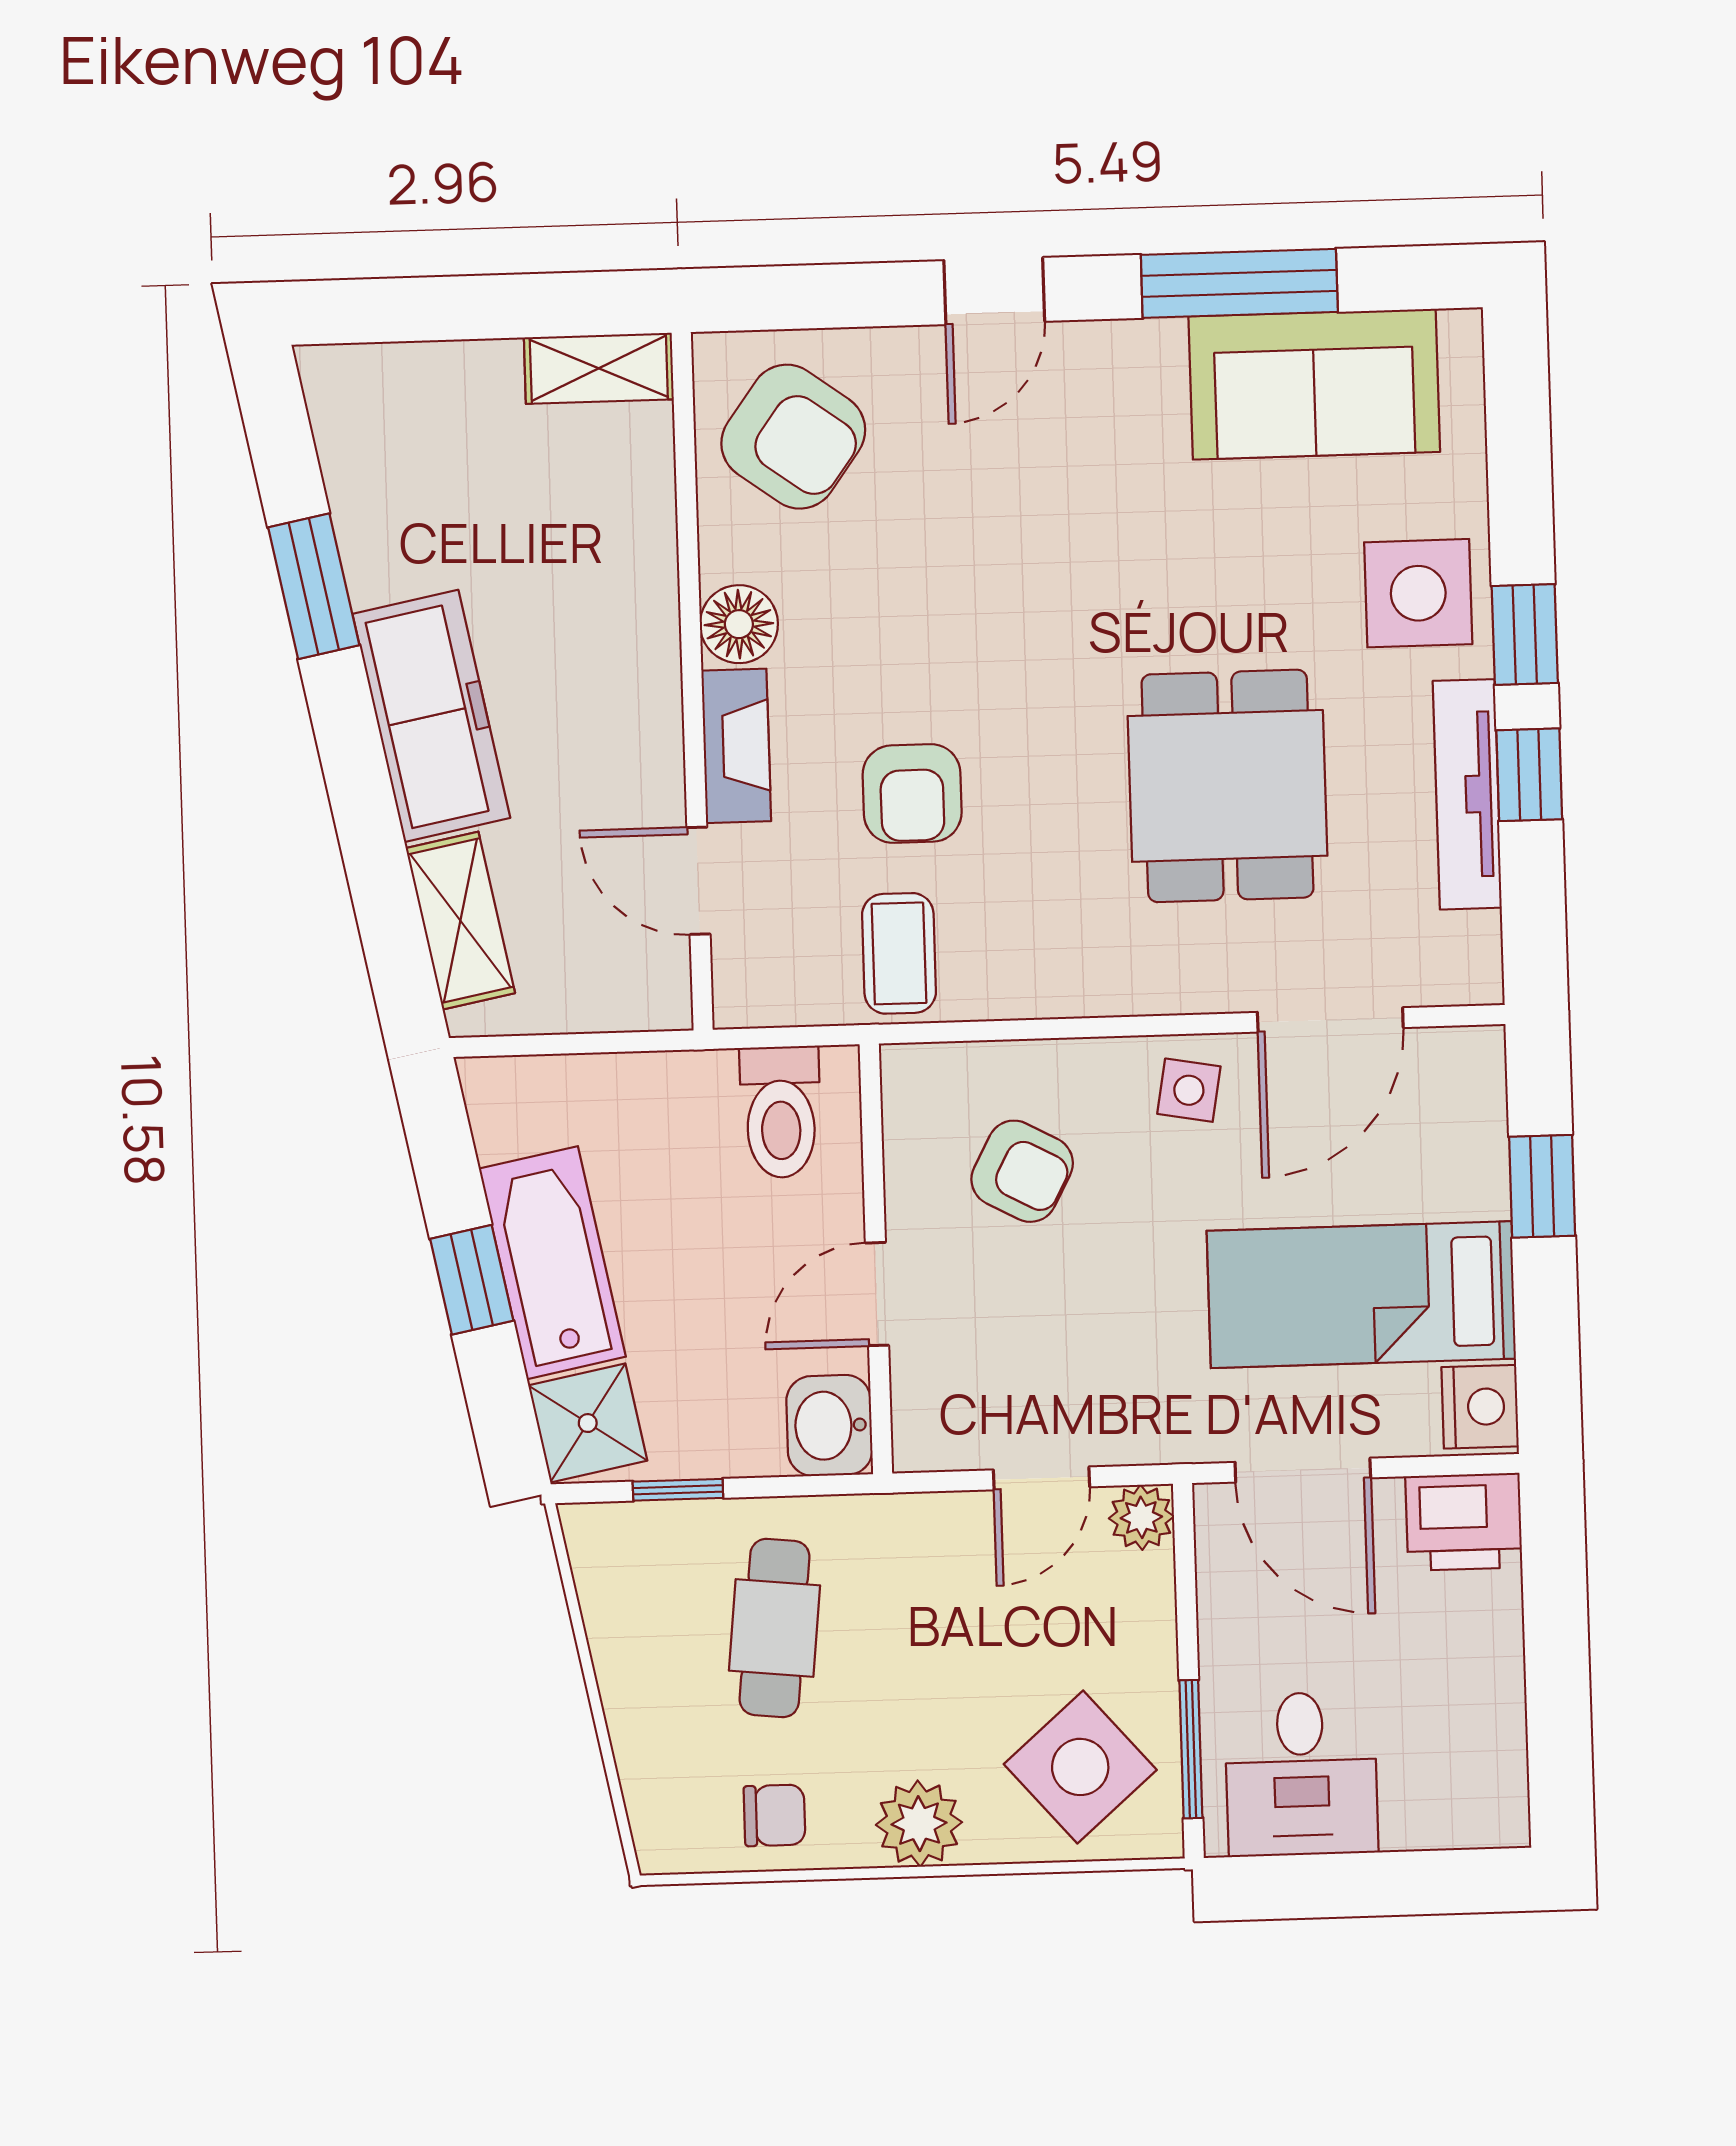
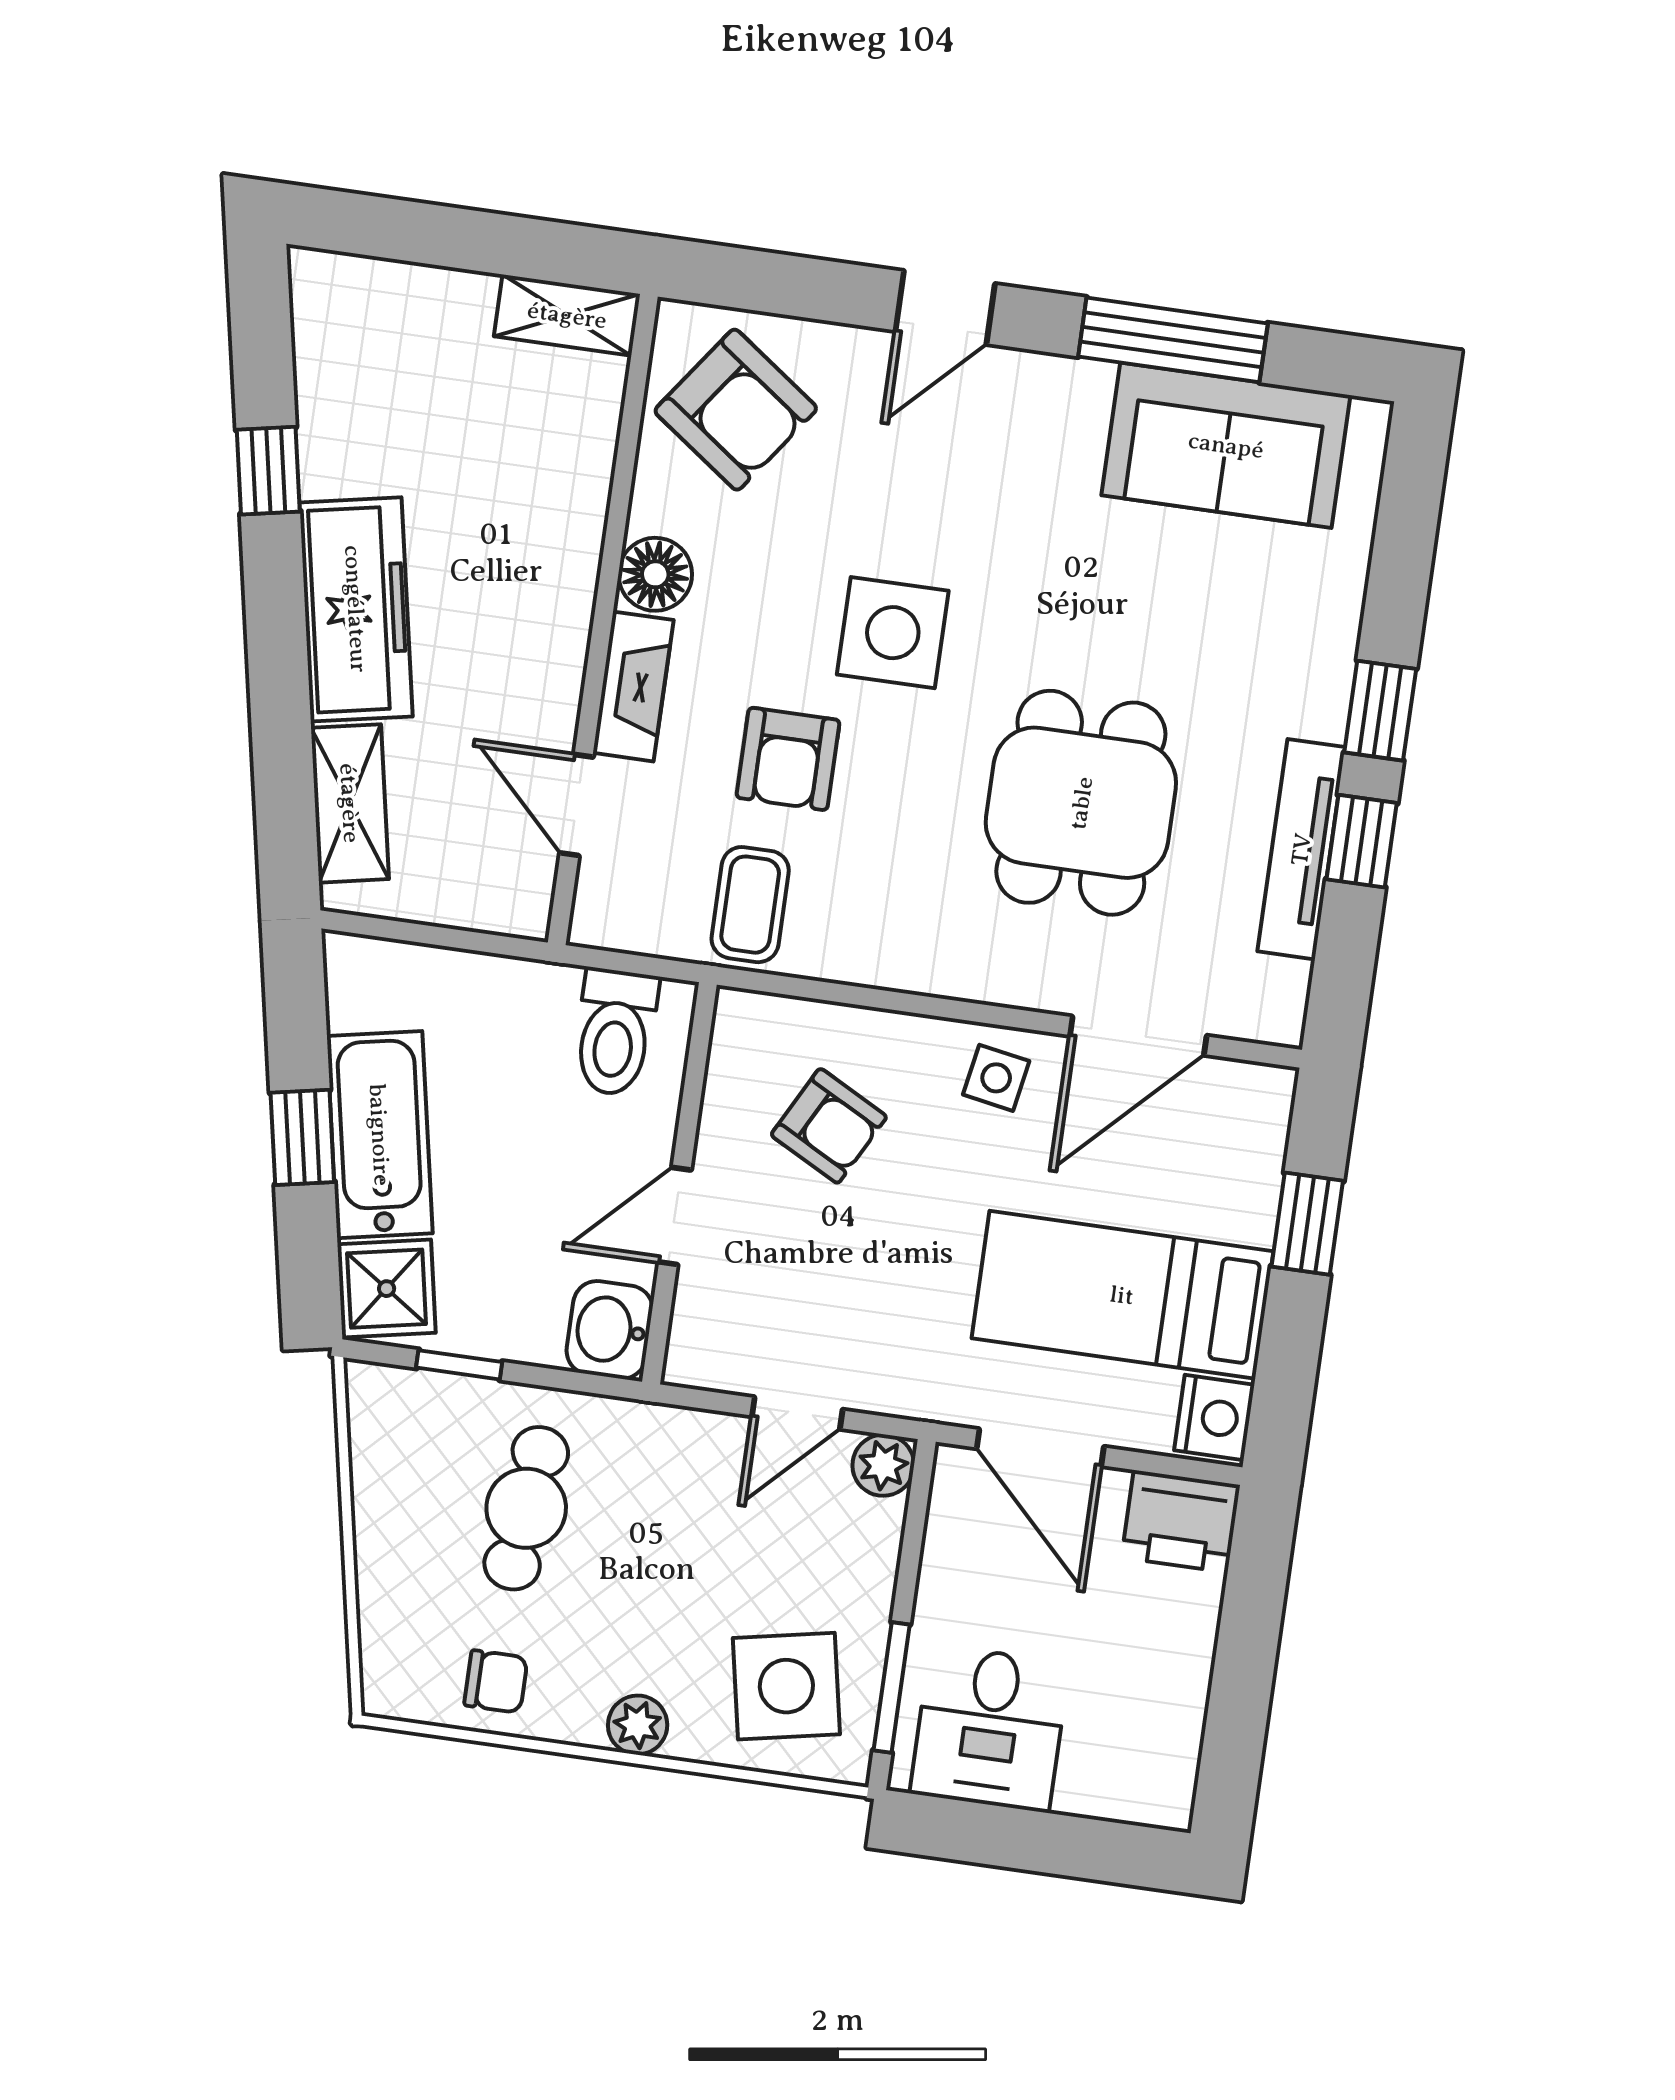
window: (314, 586) -> (268, 471), width x0.67
side table: (1418, 593) -> (893, 633), moved
side table: (1080, 1767) -> (786, 1686), turned 30
plant: (919, 1824) -> (638, 1725), width x0.73, depth x0.73

